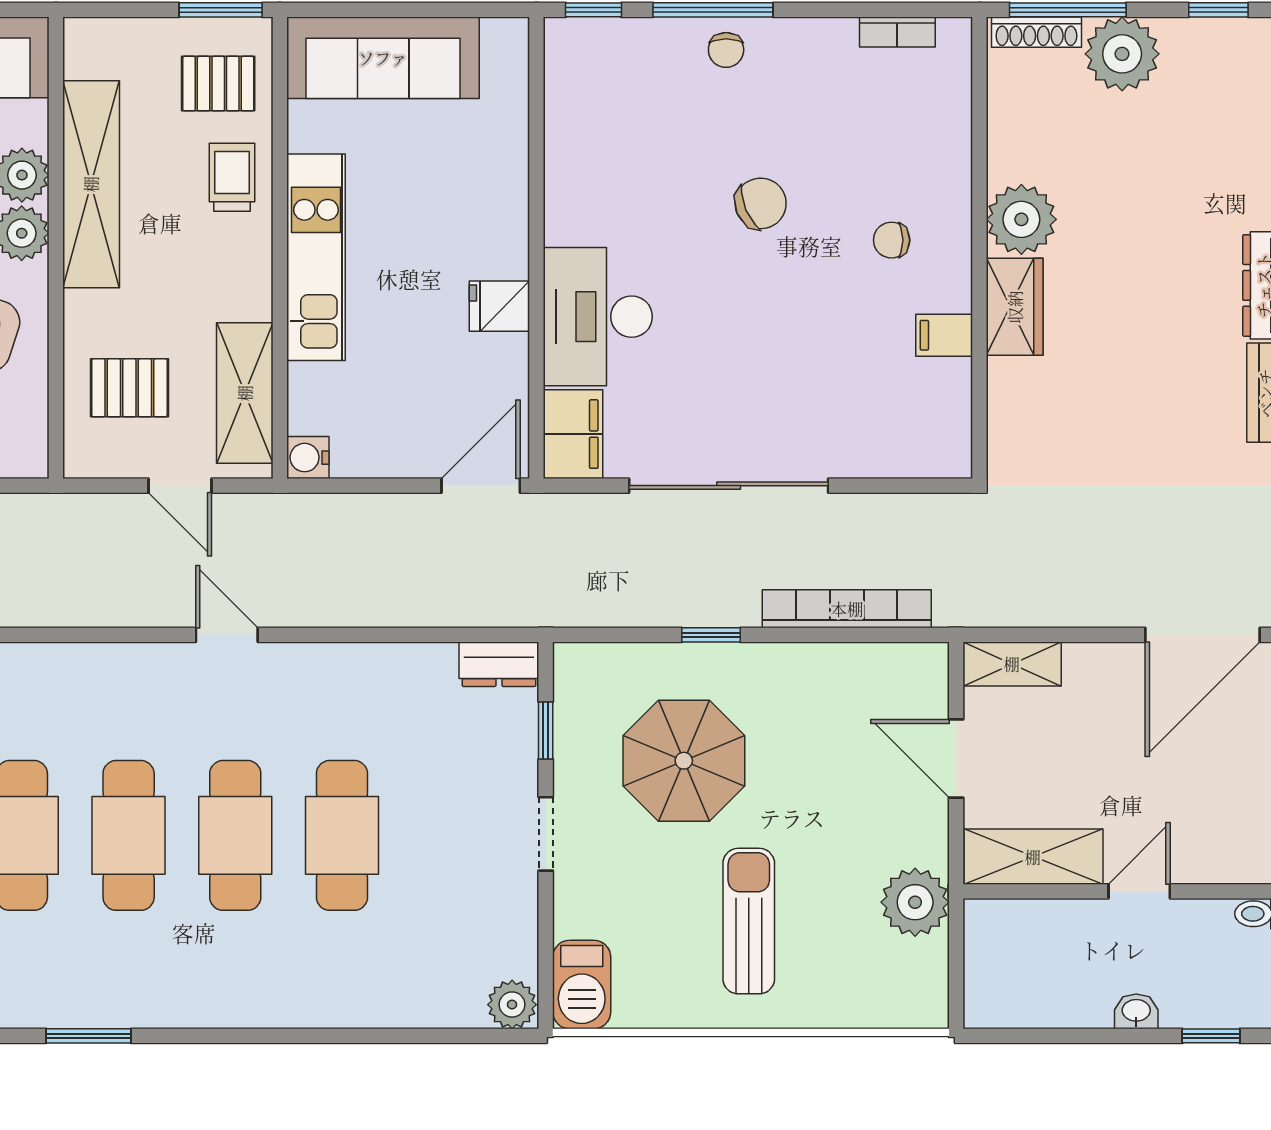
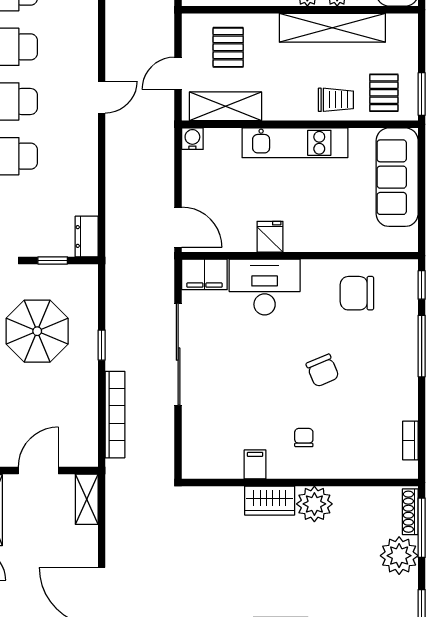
chair: (726, 50) -> (357, 293), moved, width x1.87, depth x1.87

